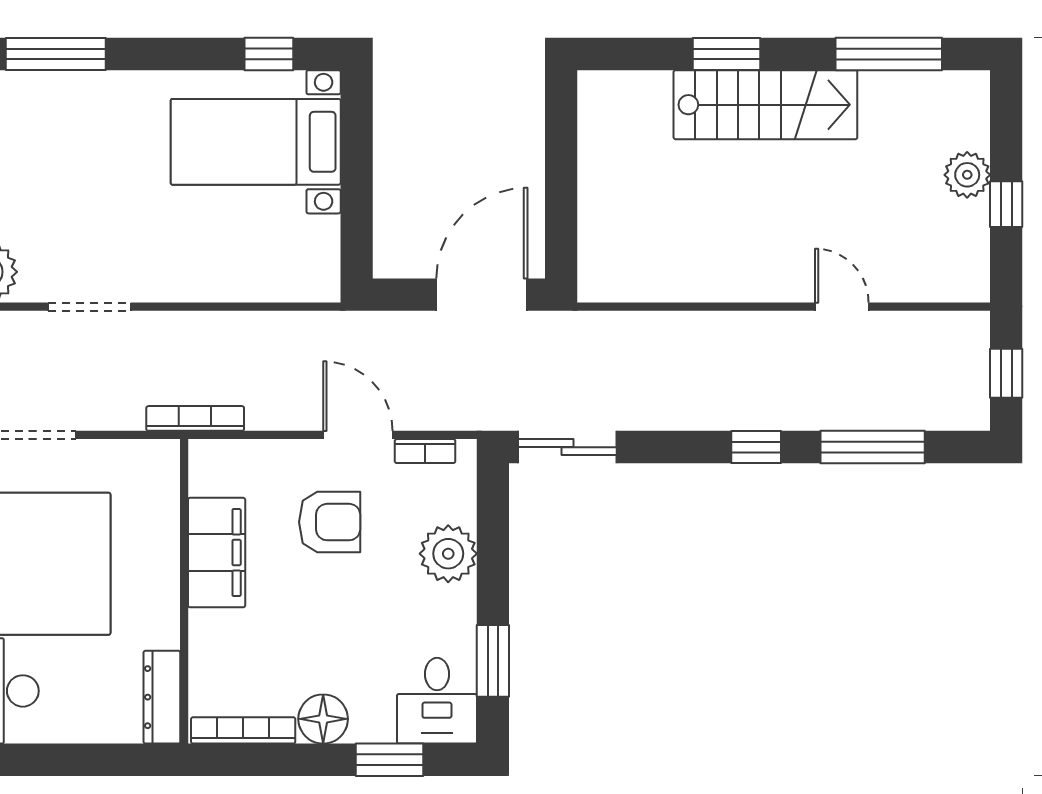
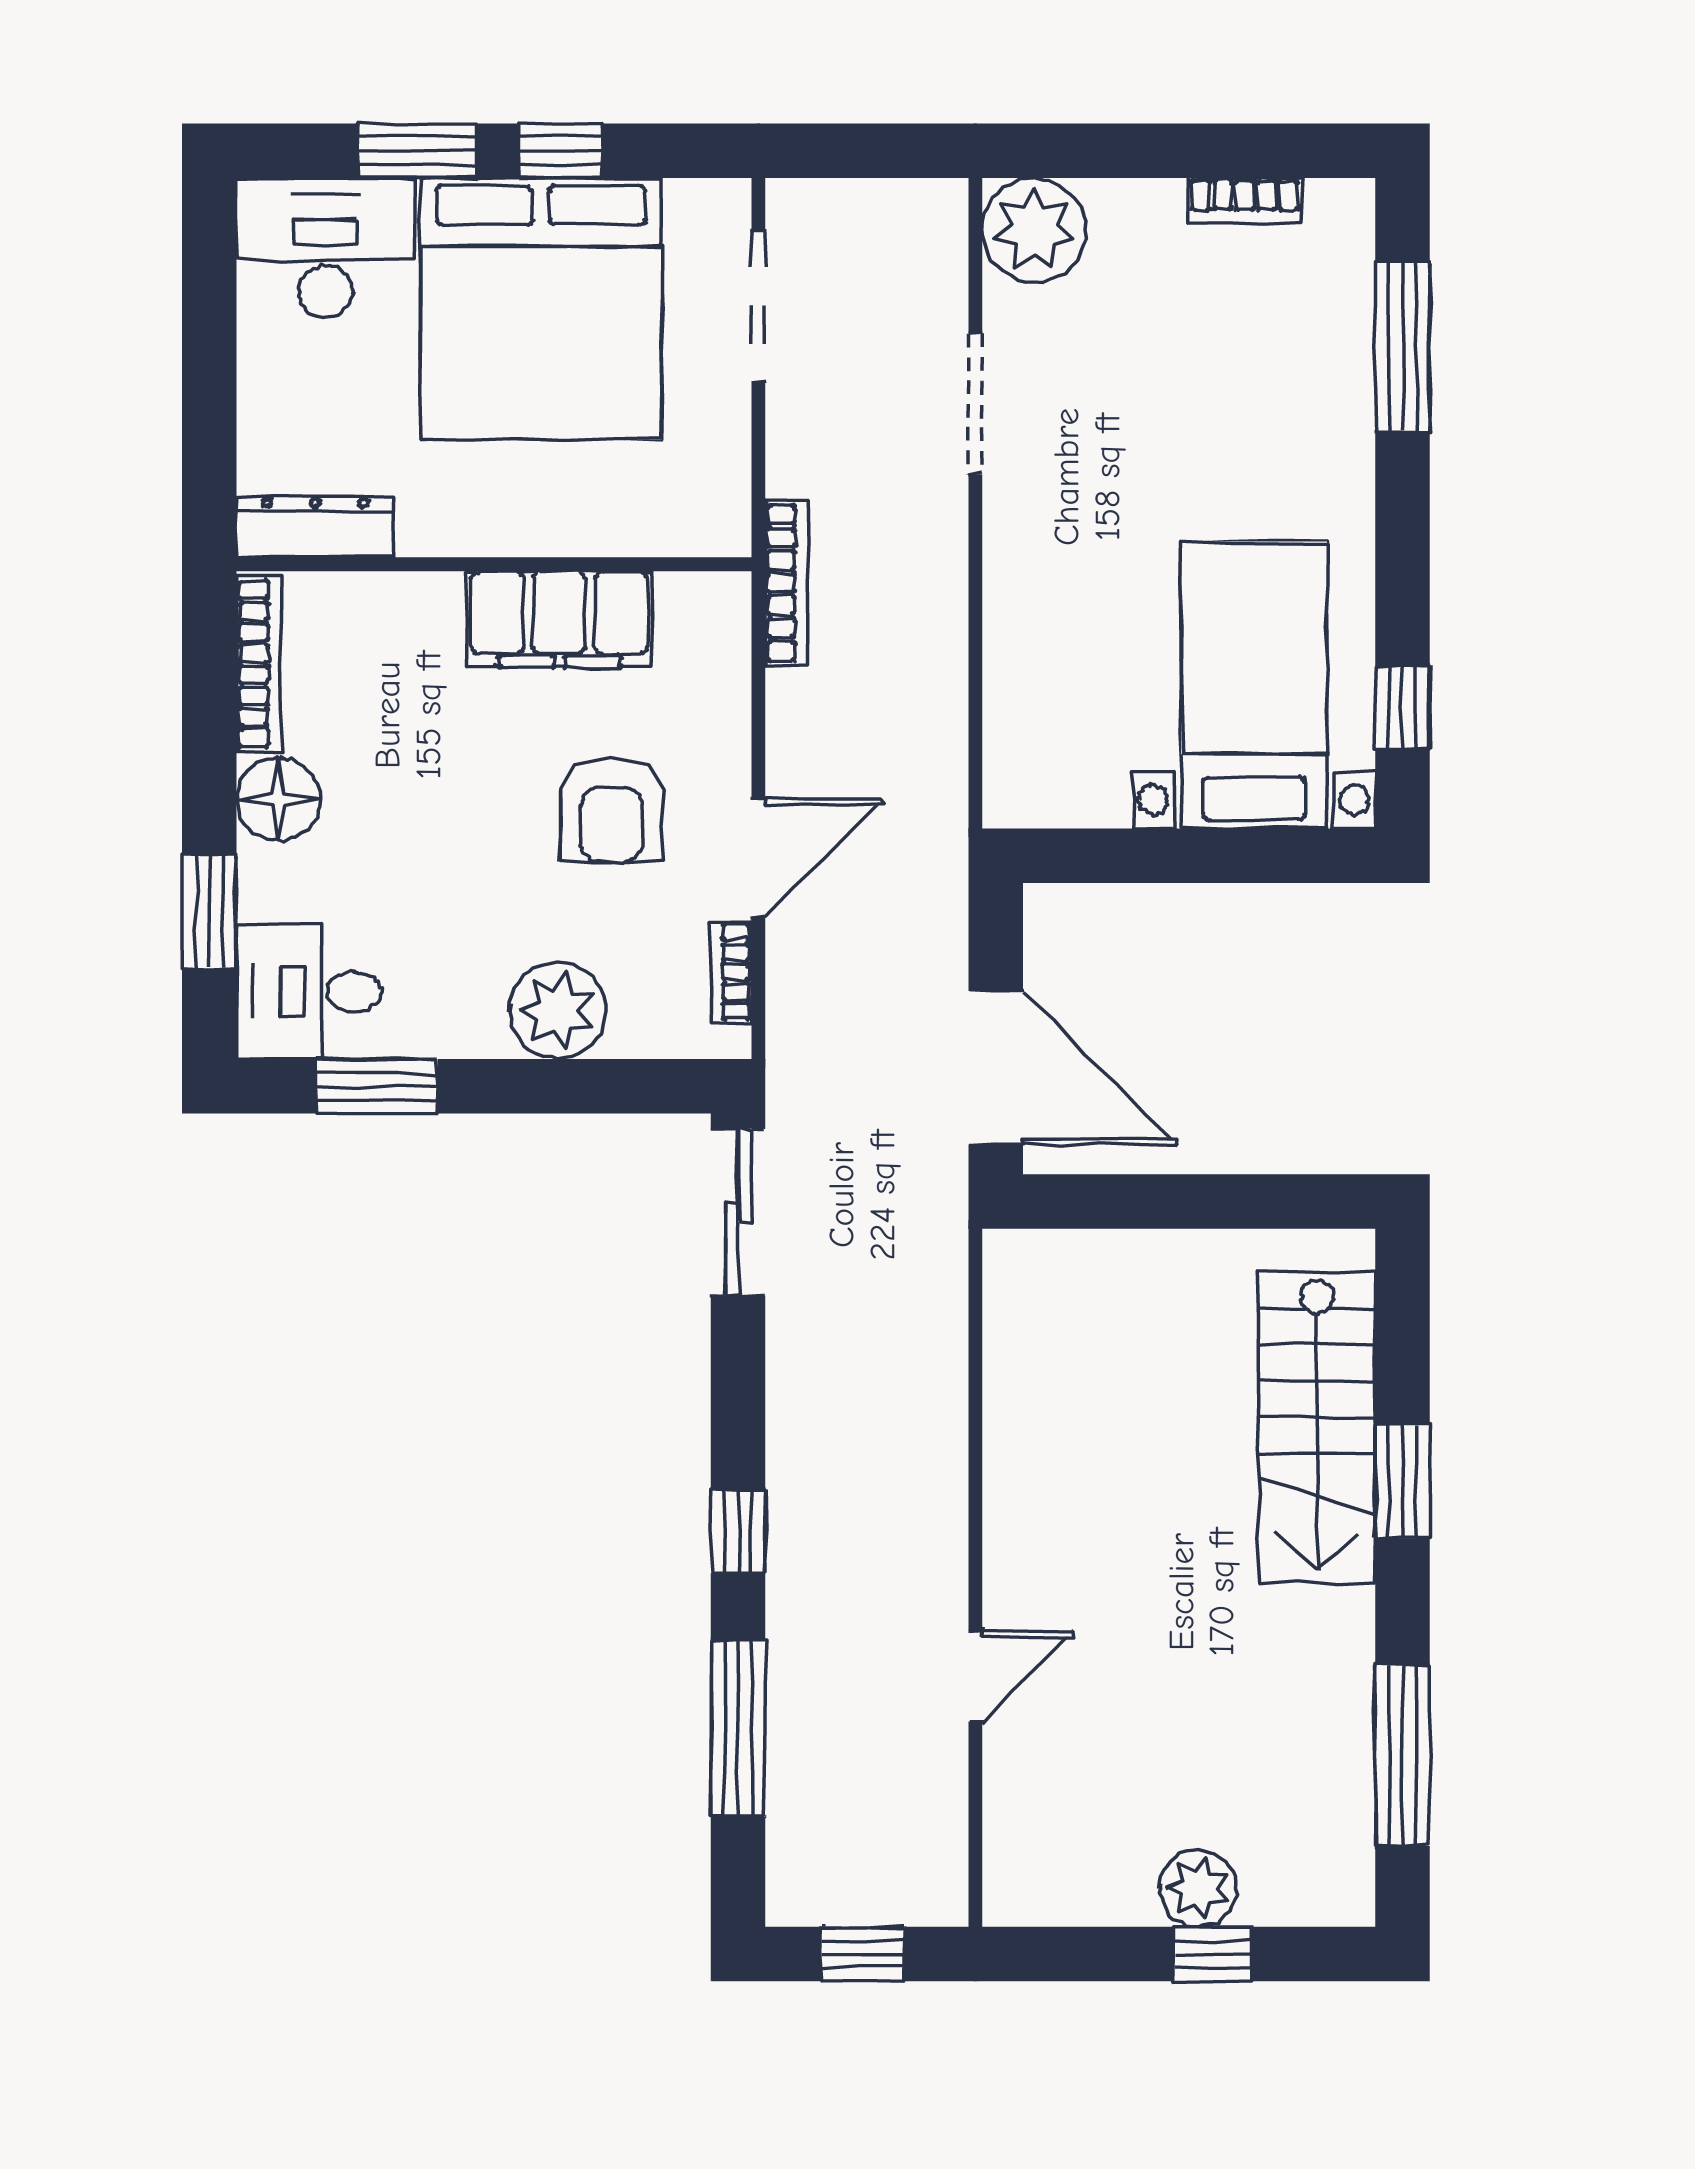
stairs: (765, 105) -> (1317, 1427), moved
window: (1006, 204) -> (1213, 1954), moved

